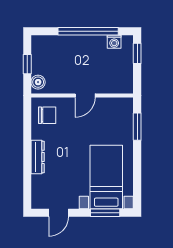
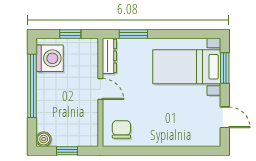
washing machine: (114, 42) -> (50, 58), width x1.89, depth x1.89
window: (137, 53) -> (70, 34), moved
boiler: (38, 82) -> (44, 139), moved
dresser: (38, 157) -> (109, 56), moved, turned 90

